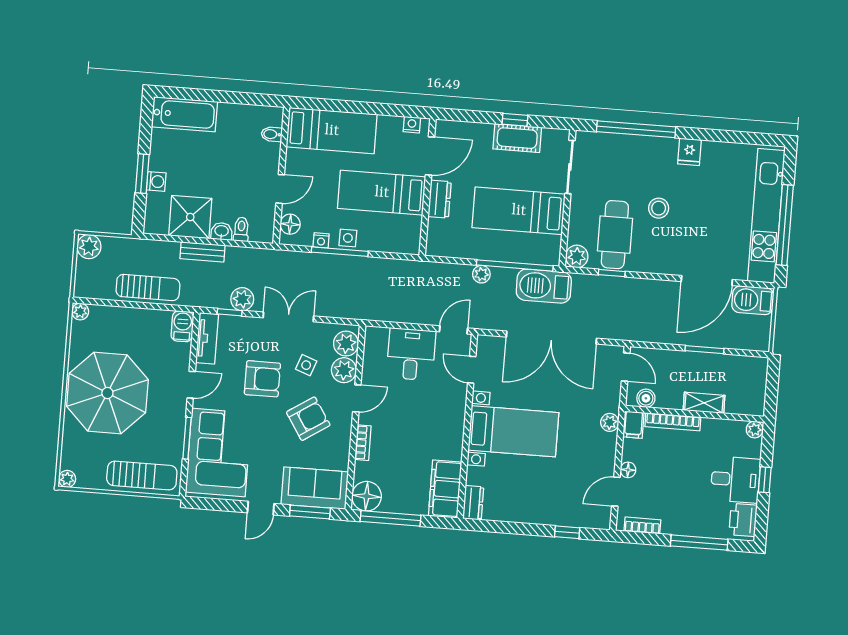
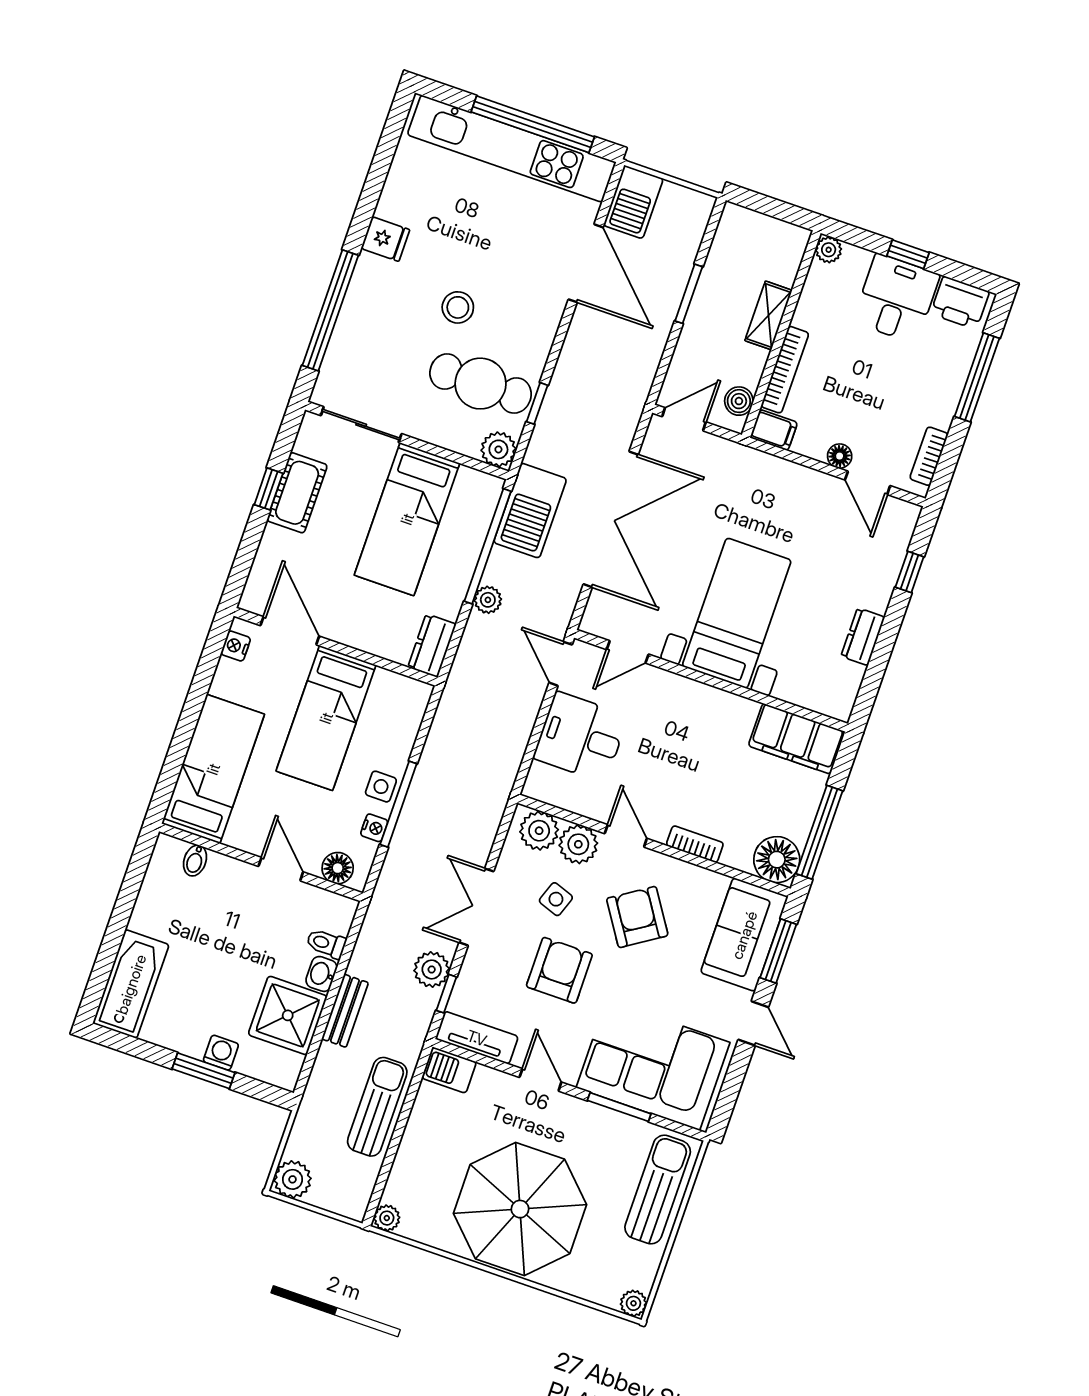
dresser: (440, 199) -> (432, 646), moved, turned -90
plant: (610, 422) -> (761, 465), removed
dresser: (473, 503) -> (863, 637), moved, turned -90

